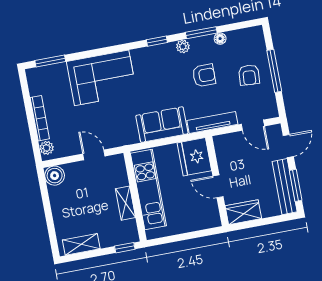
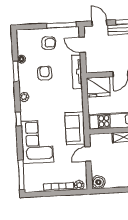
window: (157, 41) -> (18, 119), moved
plant: (183, 46) -> (24, 97), moved
window: (50, 61) -> (21, 175), width x1.44
window: (274, 71) -> (61, 25), moved
sofa: (162, 125) -> (75, 128), moved
door: (253, 125) -> (82, 45), swing flipped

